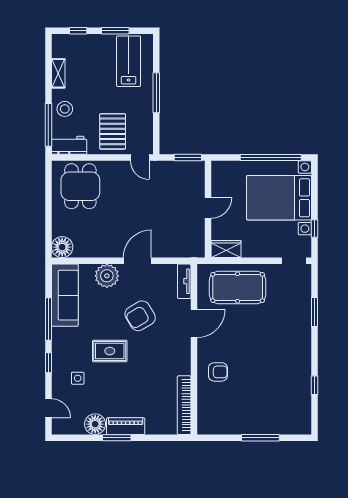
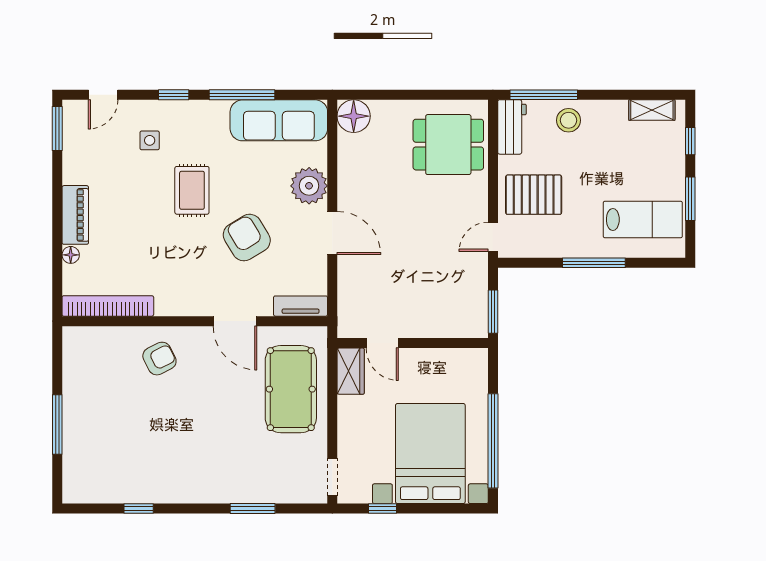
shelving: (58, 73) -> (652, 110), moved
door: (208, 208) -> (382, 343), moved
armchair: (218, 372) -> (159, 359), turned -117
floor lamp: (95, 424) -> (71, 255), moved, width x0.53, depth x0.53
window: (117, 438) -> (57, 129), moved

